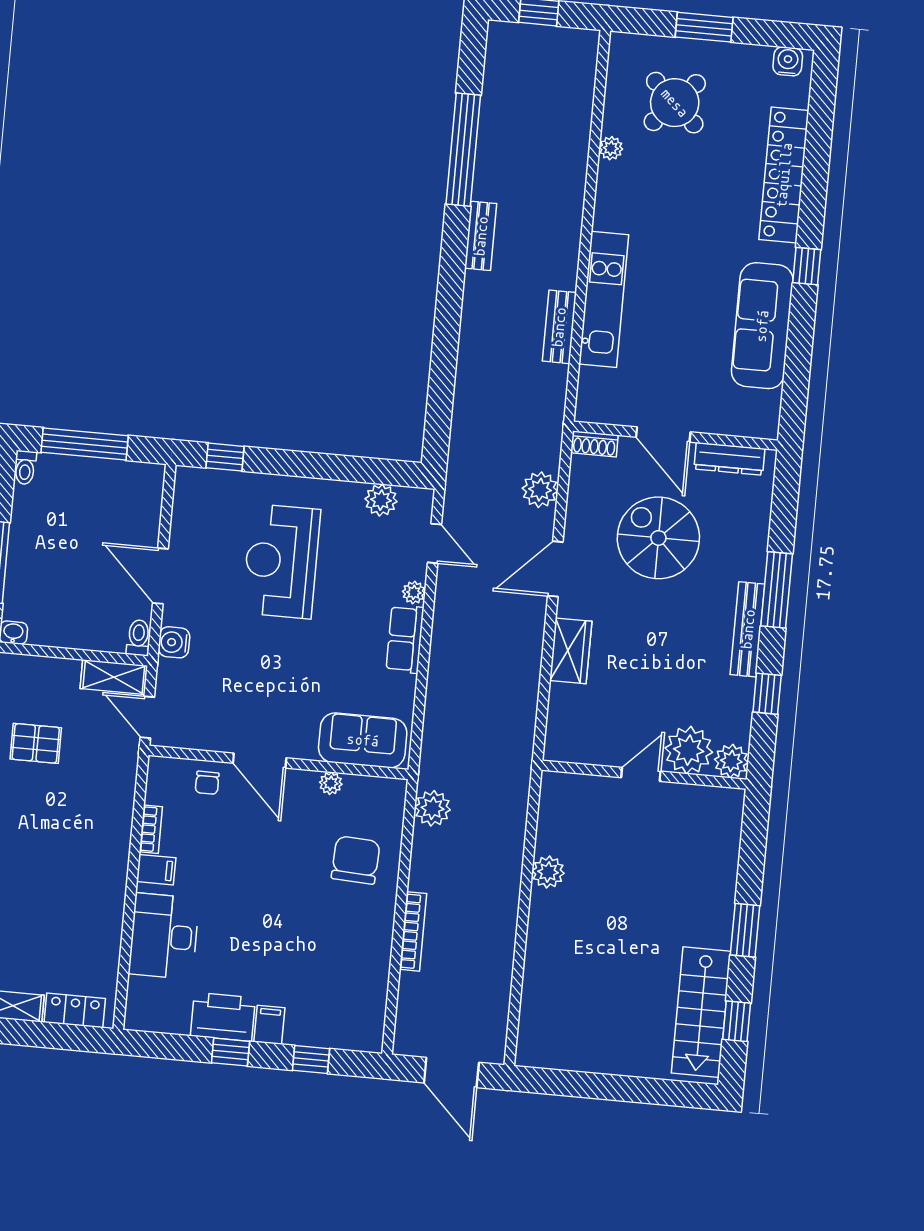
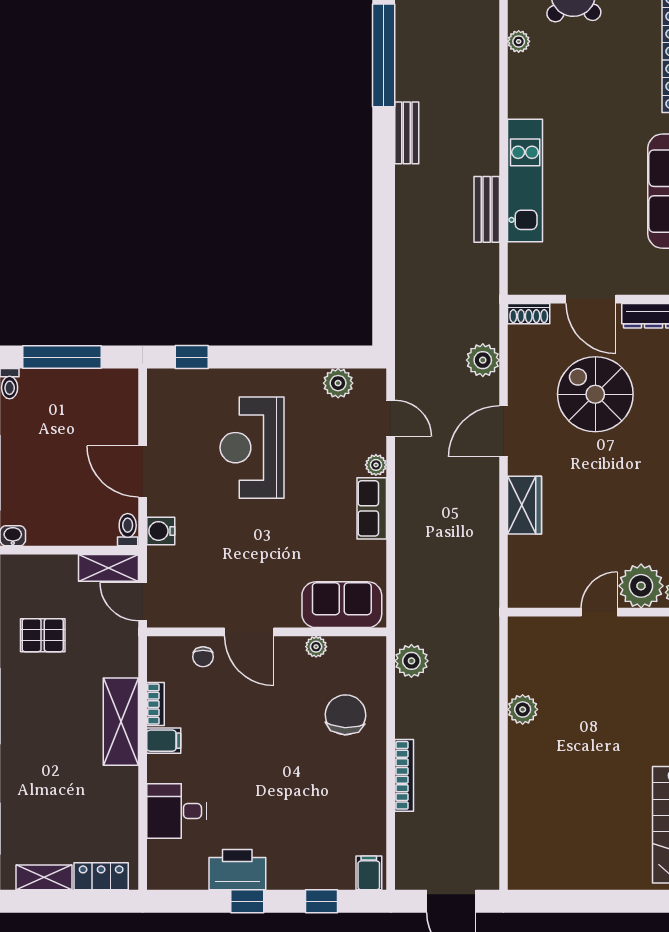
shelving: (112, 845) -> (121, 722), added
desk: (164, 936) -> (176, 811), width x0.73
filing cabinet: (269, 1025) -> (369, 873), moved

